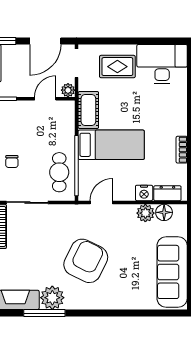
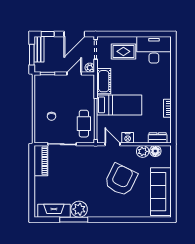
nightstand: (144, 193) -> (128, 138), moved
door: (101, 202) -> (112, 144), hinge flipped
armchair: (86, 261) -> (121, 180), moved

